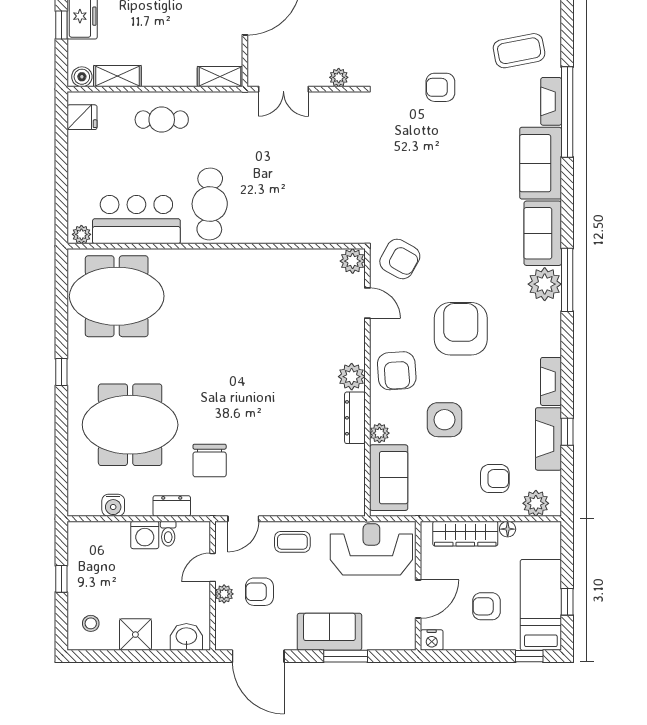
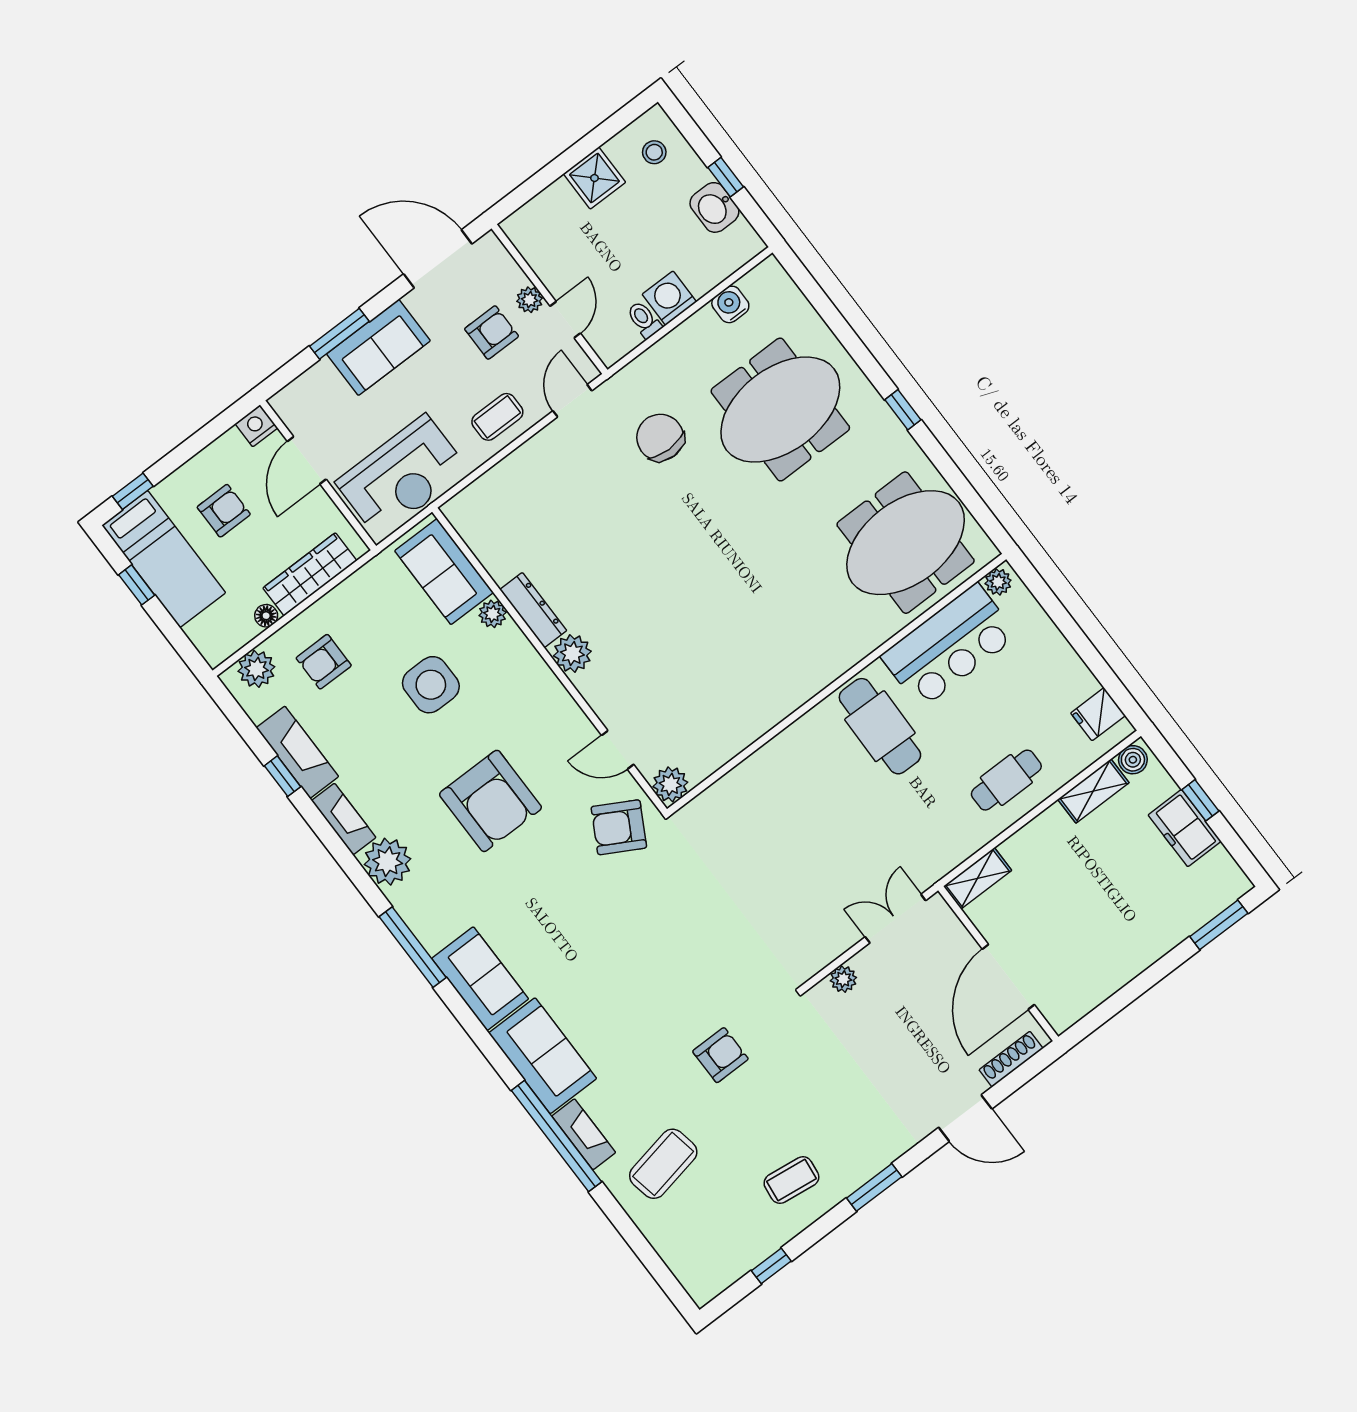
plant: (545, 284) -> (388, 862), moved
armchair: (397, 371) -> (527, 699), removed
dresser: (172, 506) -> (664, 354), removed
washbasin: (186, 637) -> (714, 207), moved, turned 90

